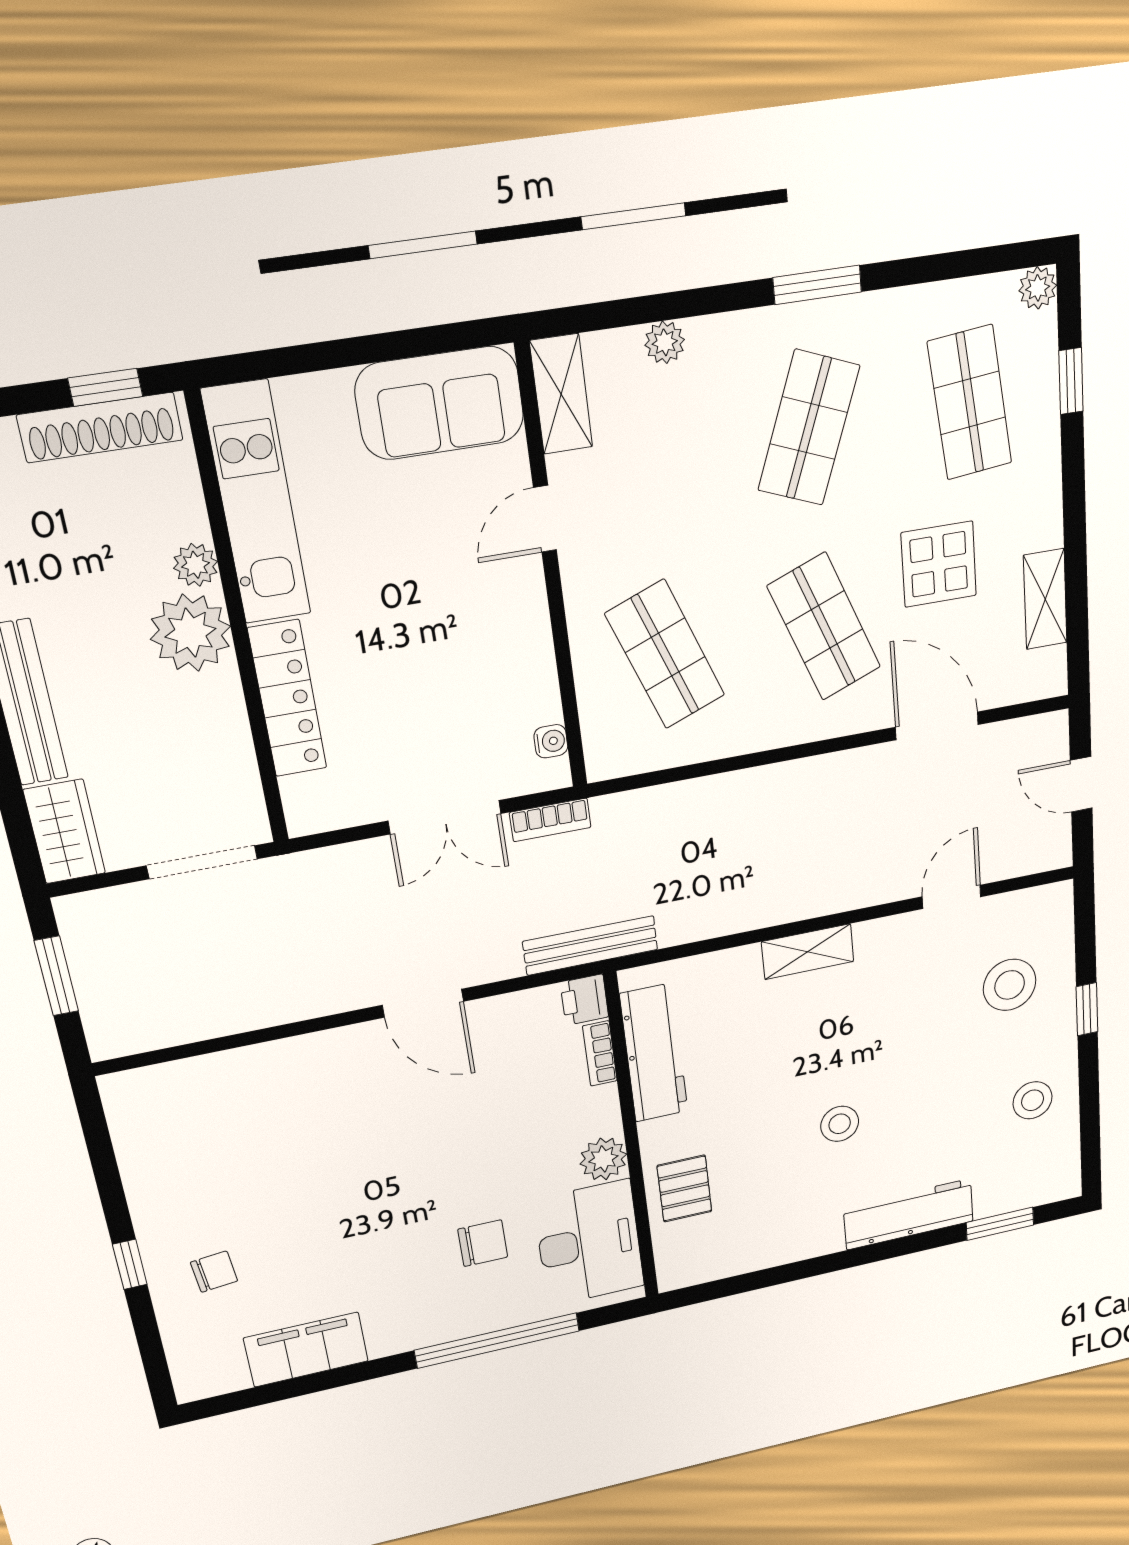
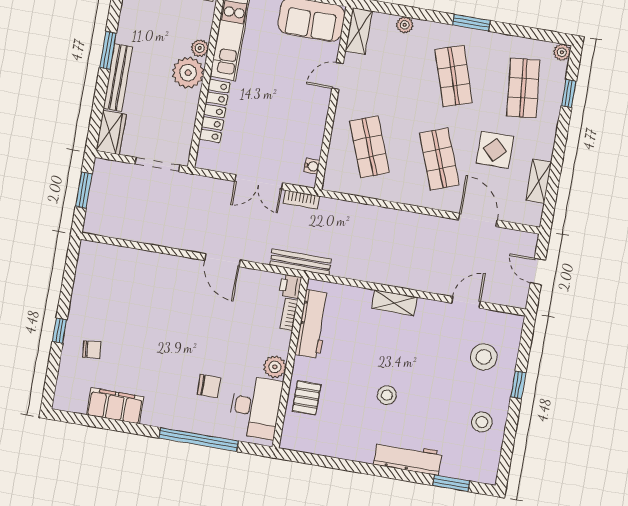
shop shelf: (809, 428) -> (454, 76), turned -39

